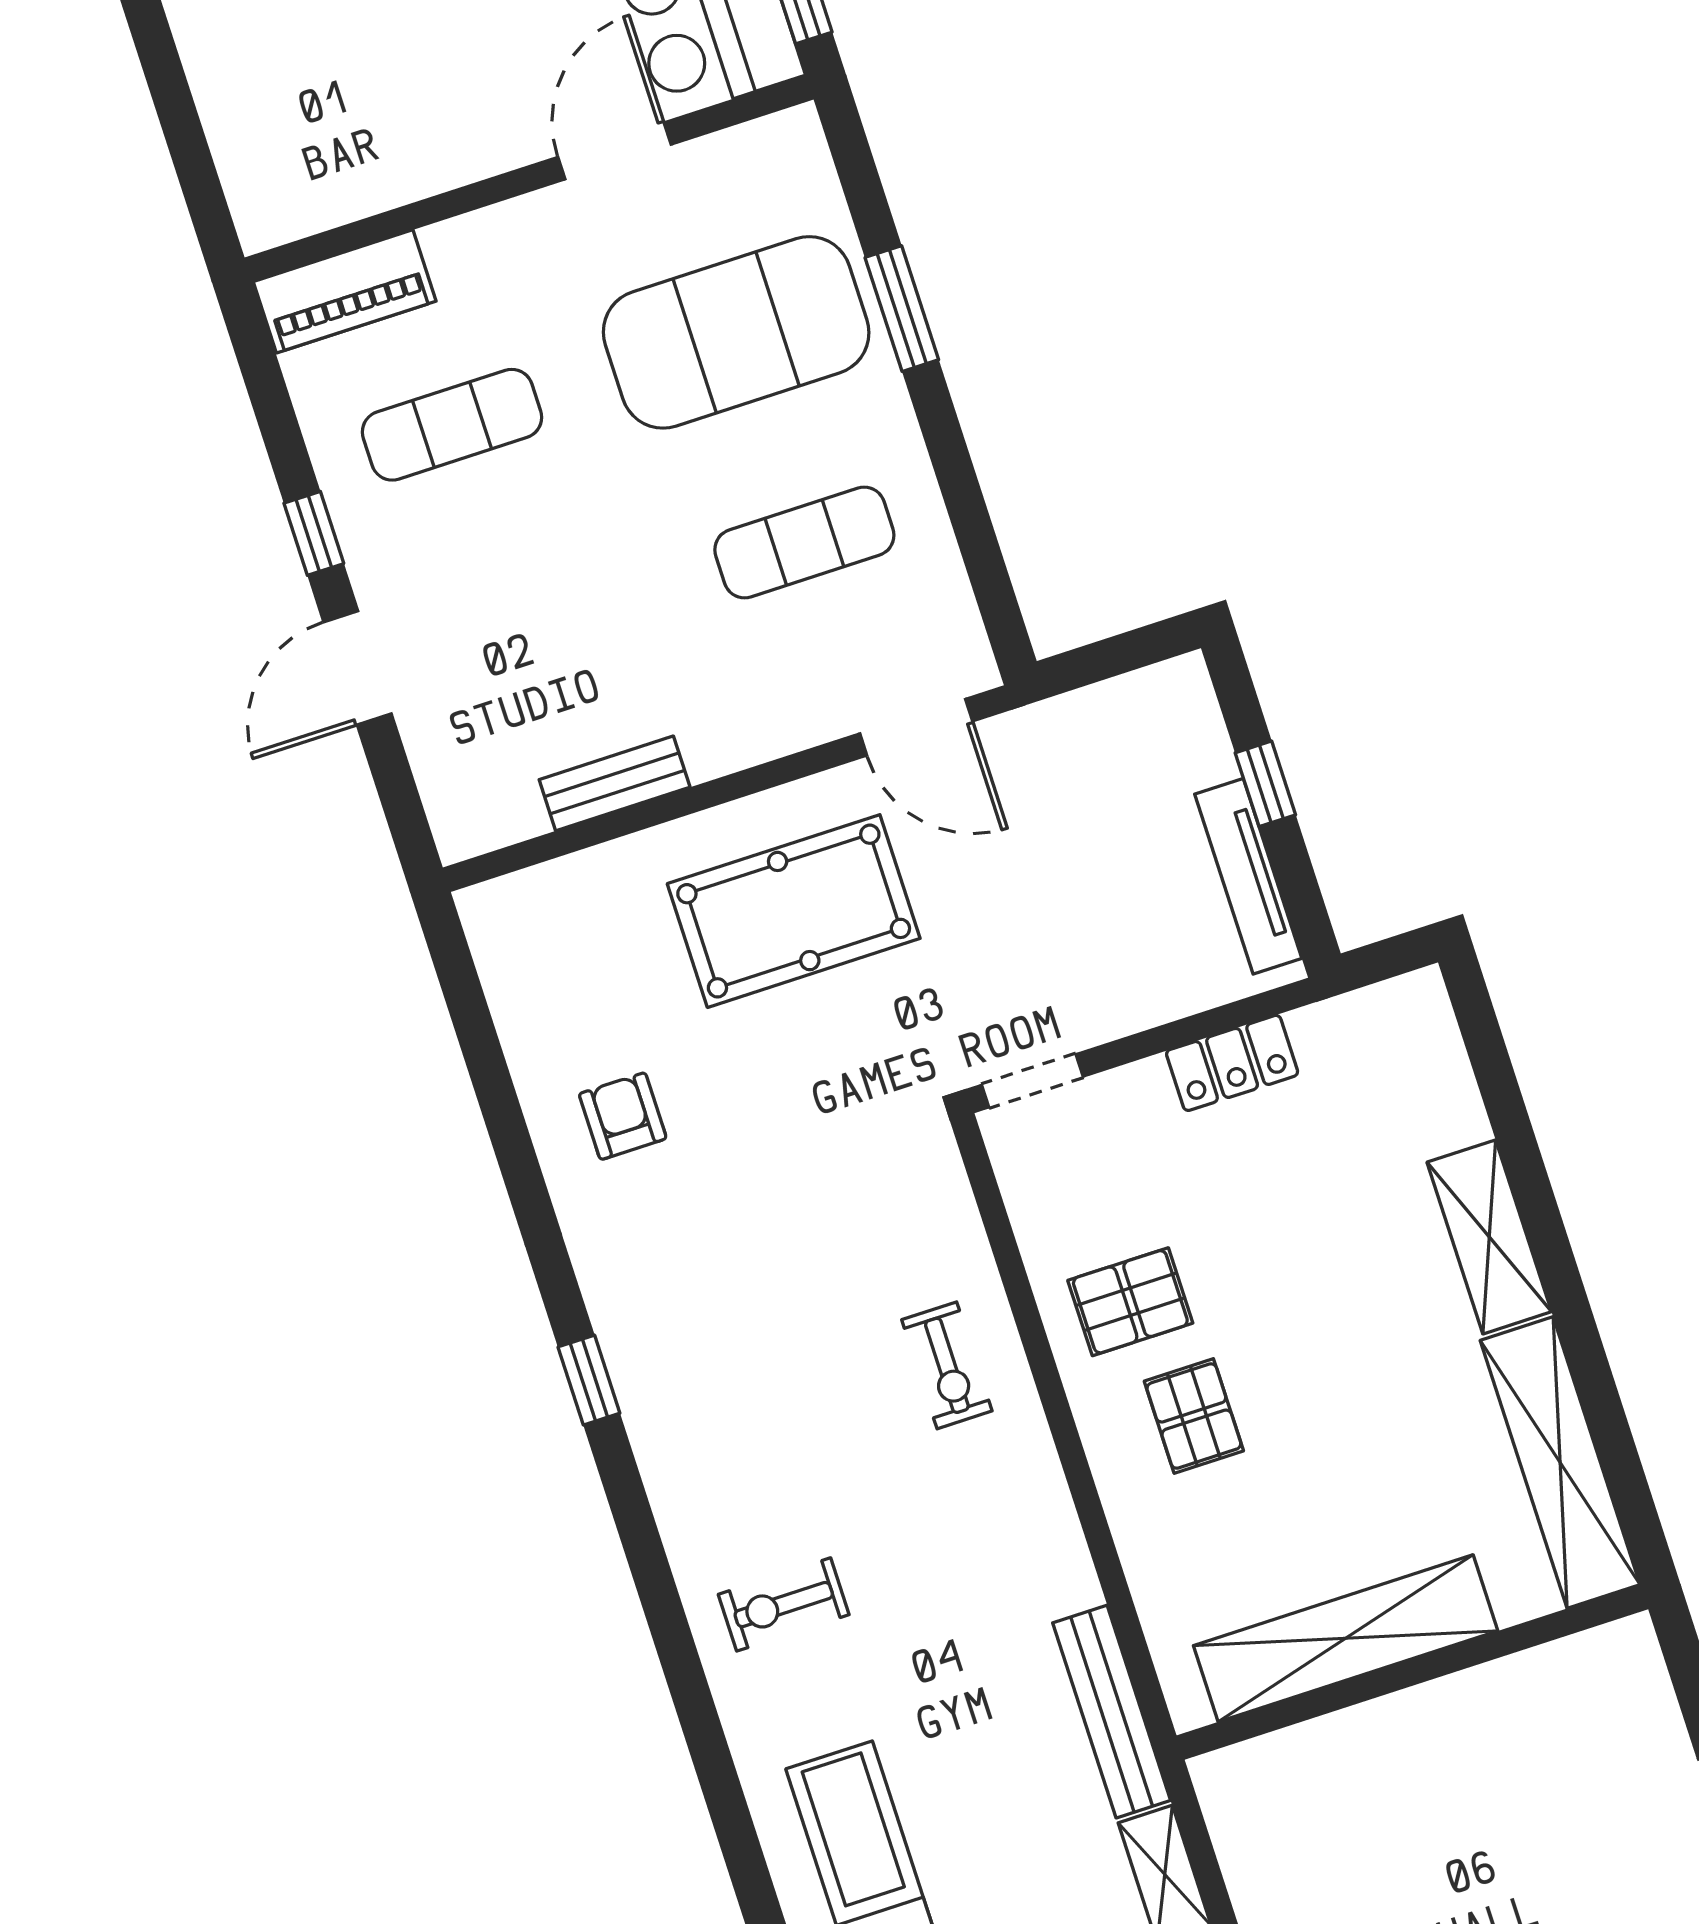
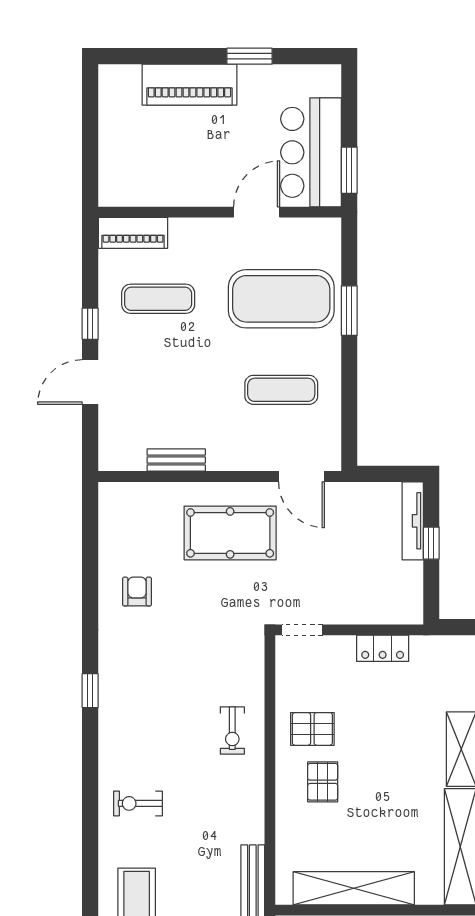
tv unit: (1248, 876) -> (413, 521), moved

